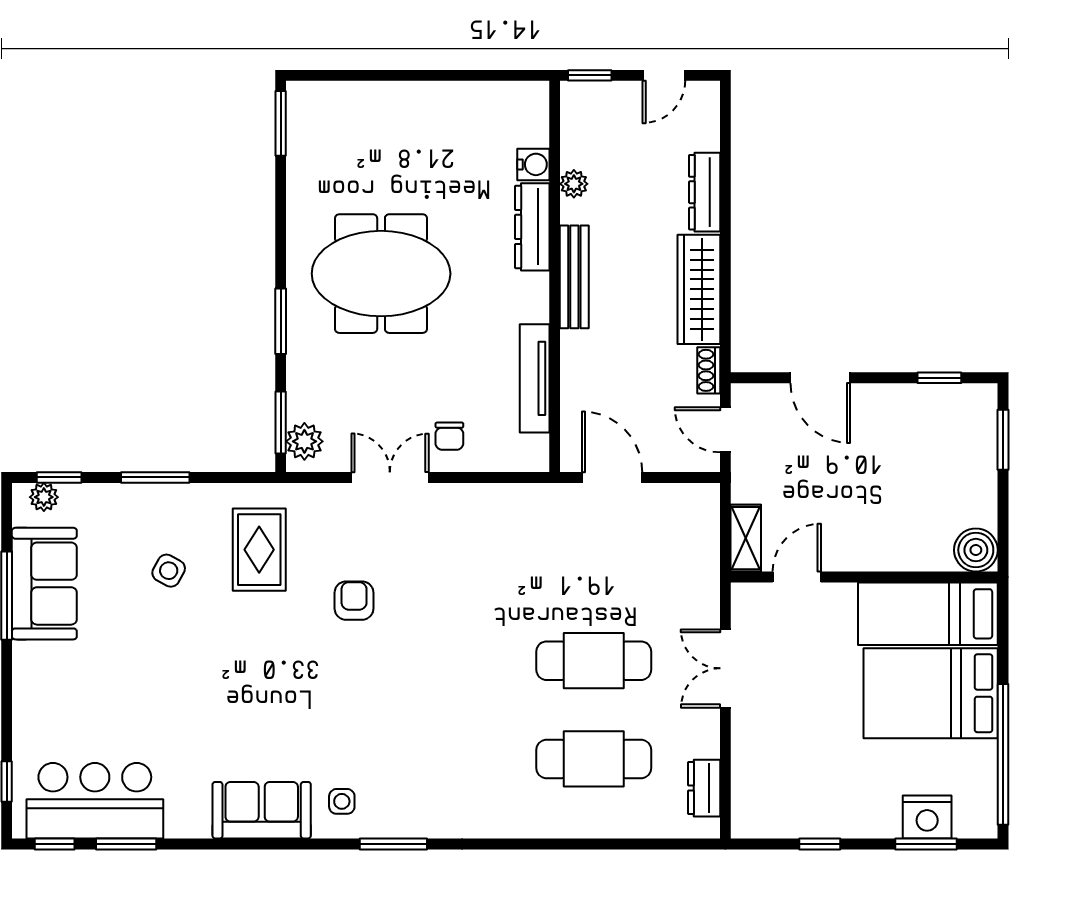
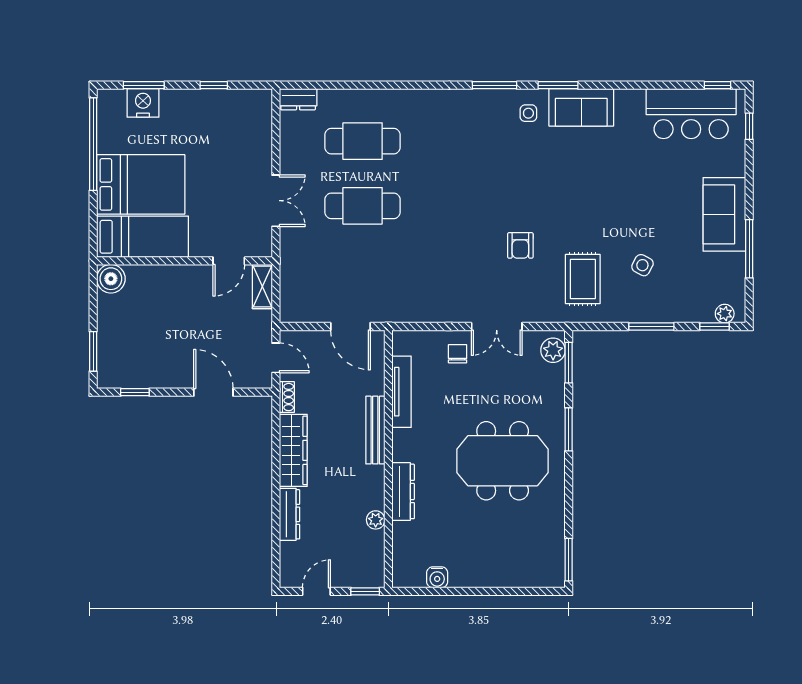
water cooler: (533, 164) -> (437, 577), moved, turned -90
bench: (574, 277) -> (375, 430), moved
sofa: (44, 584) -> (724, 214), moved
dresser: (704, 788) -> (298, 99), moved, turned 90
window: (126, 844) -> (558, 85), moved

